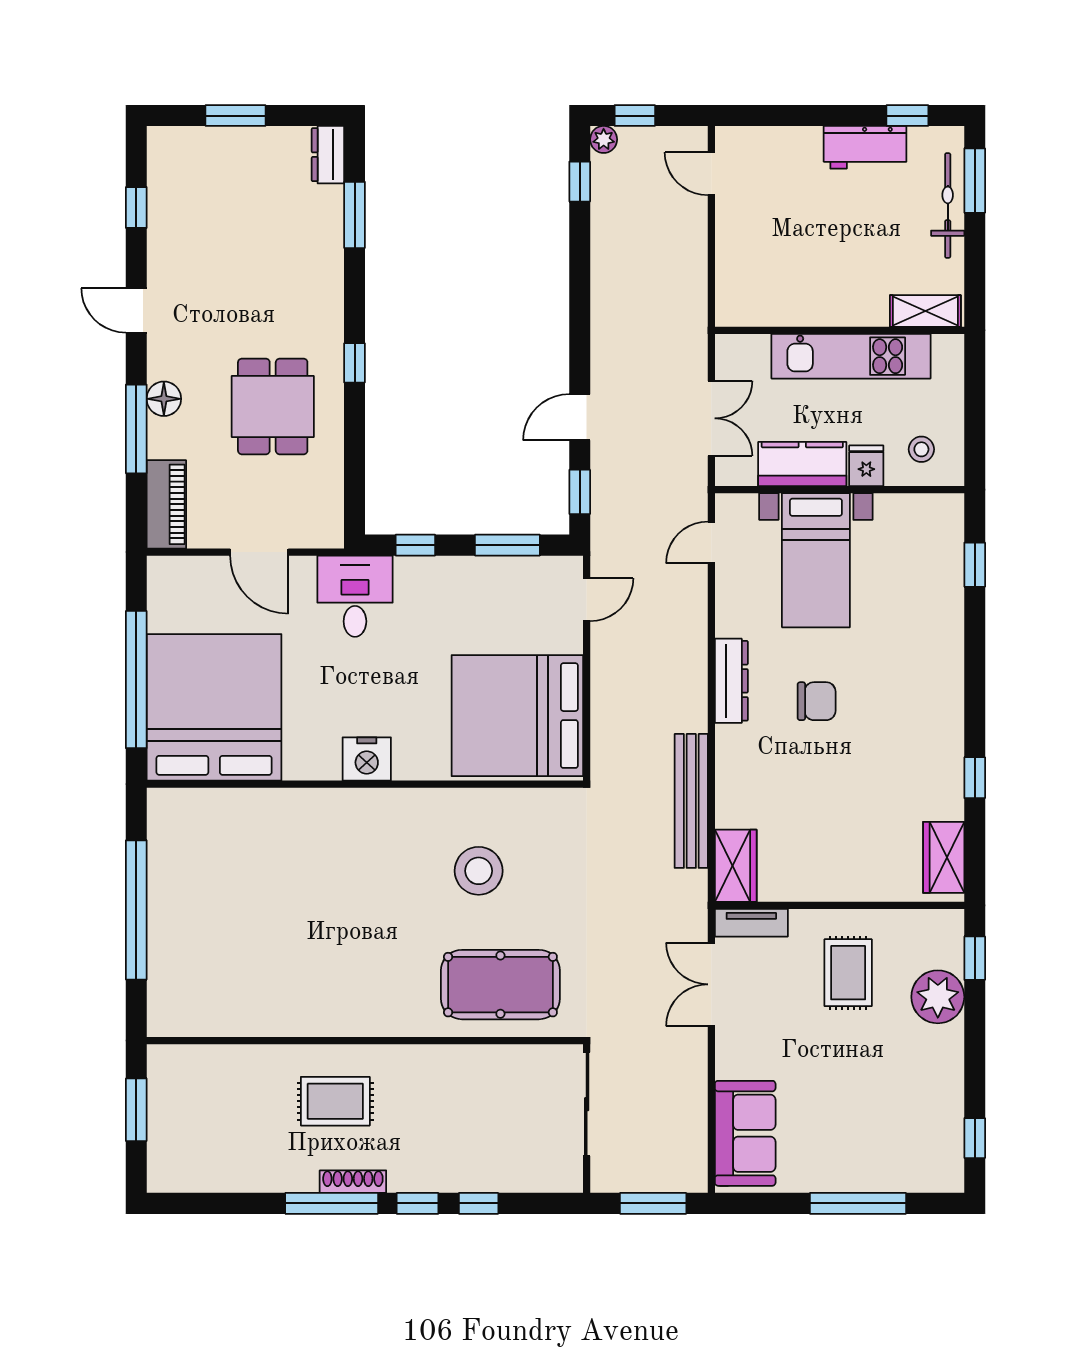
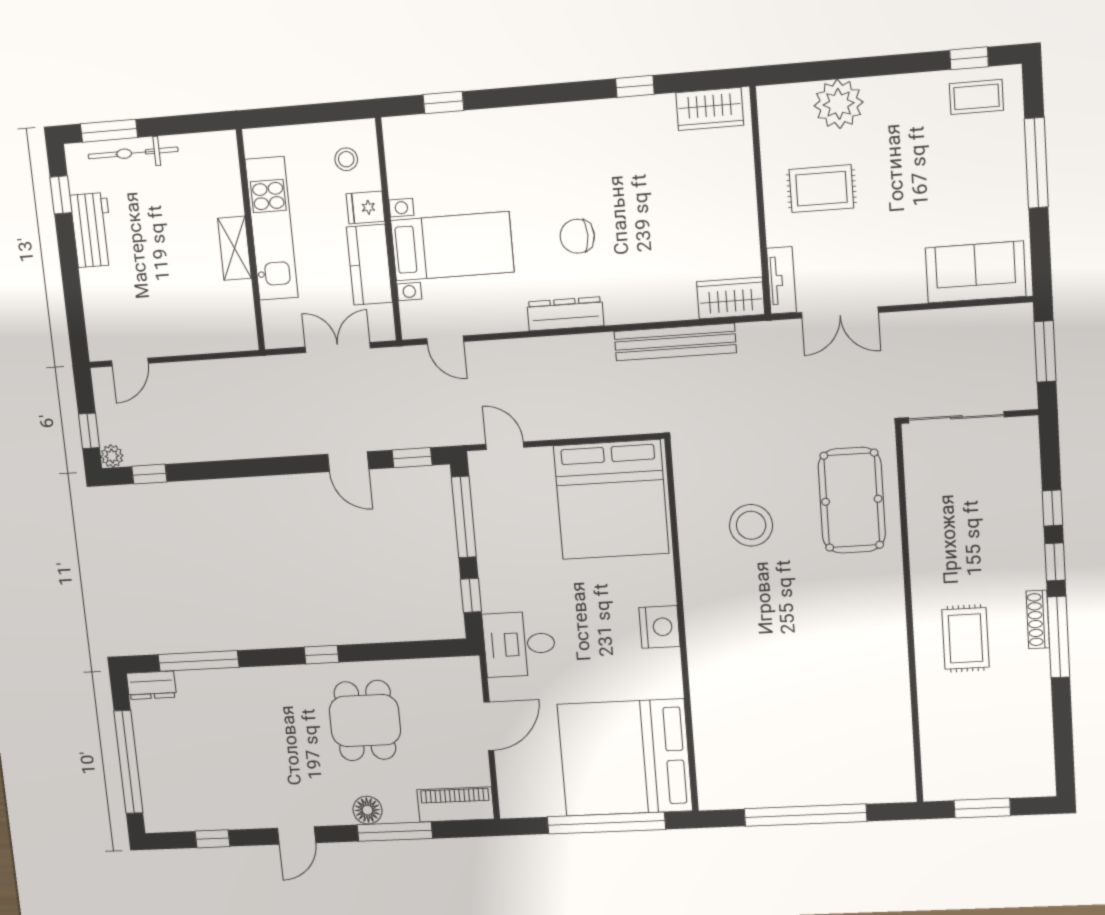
window: (235, 116) -> (128, 762), width x2.11
window: (355, 215) -> (198, 661), width x1.44
shelving: (925, 311) -> (235, 248), moved
dining table: (273, 406) -> (365, 721), turned 90
window: (507, 545) -> (464, 517), width x1.44
chair: (817, 701) -> (577, 236), turned -90
window: (975, 958) -> (801, 72), removed
coffee table: (933, 1144) -> (976, 97), added

